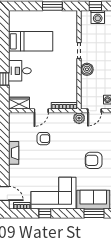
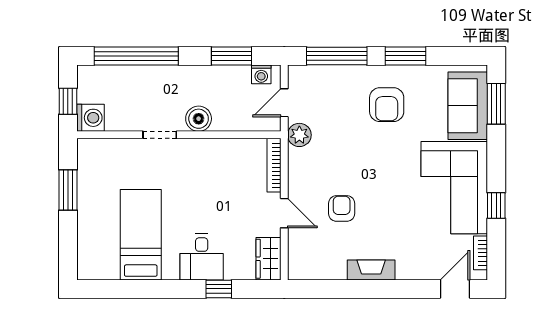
washing machine: (98, 17) -> (90, 118), moved
door: (95, 111) -> (284, 103), swing flipped

